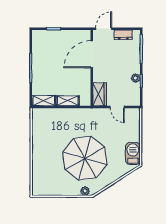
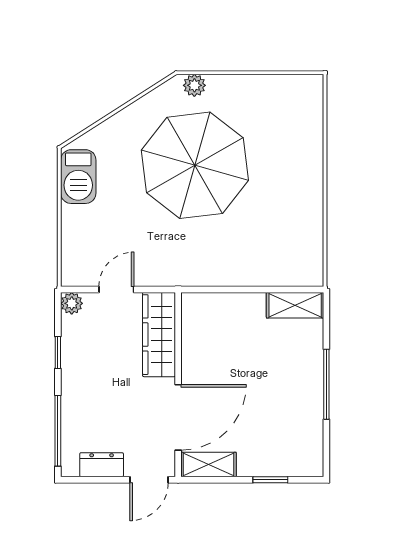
plant: (136, 78) -> (72, 303), moved
wardrobe: (100, 94) -> (159, 335), width x1.50
shelving: (68, 101) -> (208, 465), moved
door: (117, 107) -> (116, 290), hinge flipped

